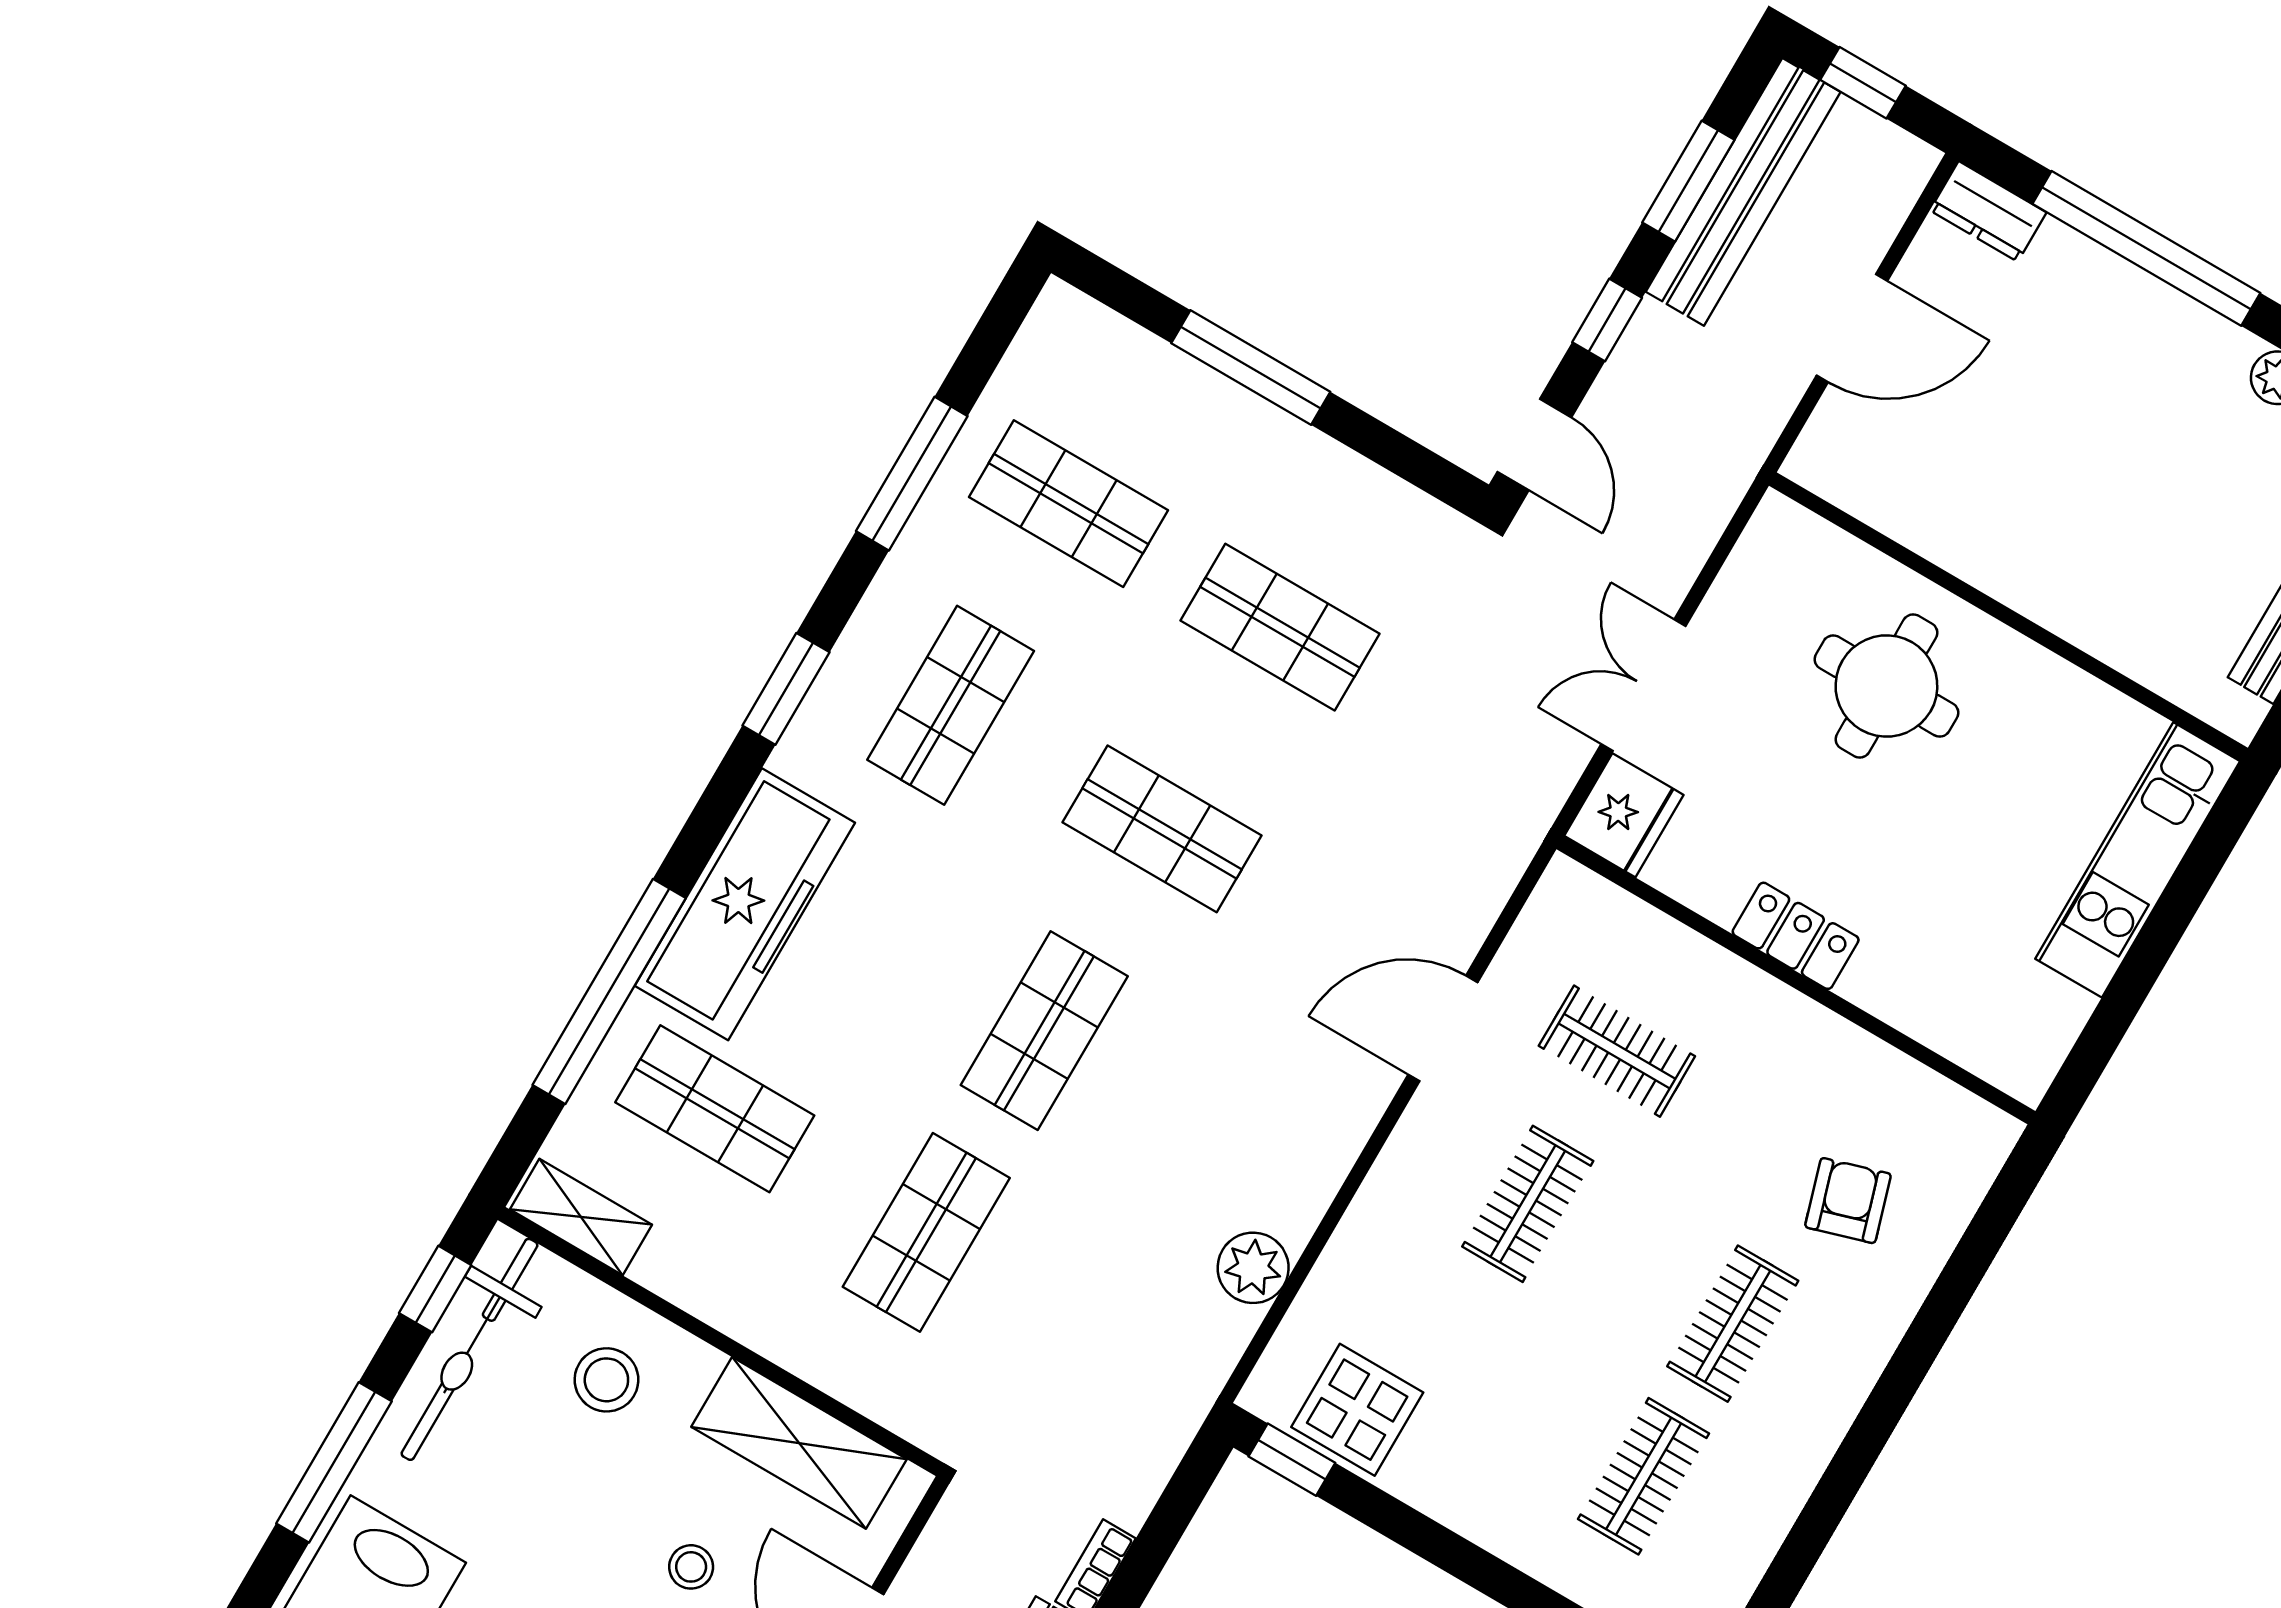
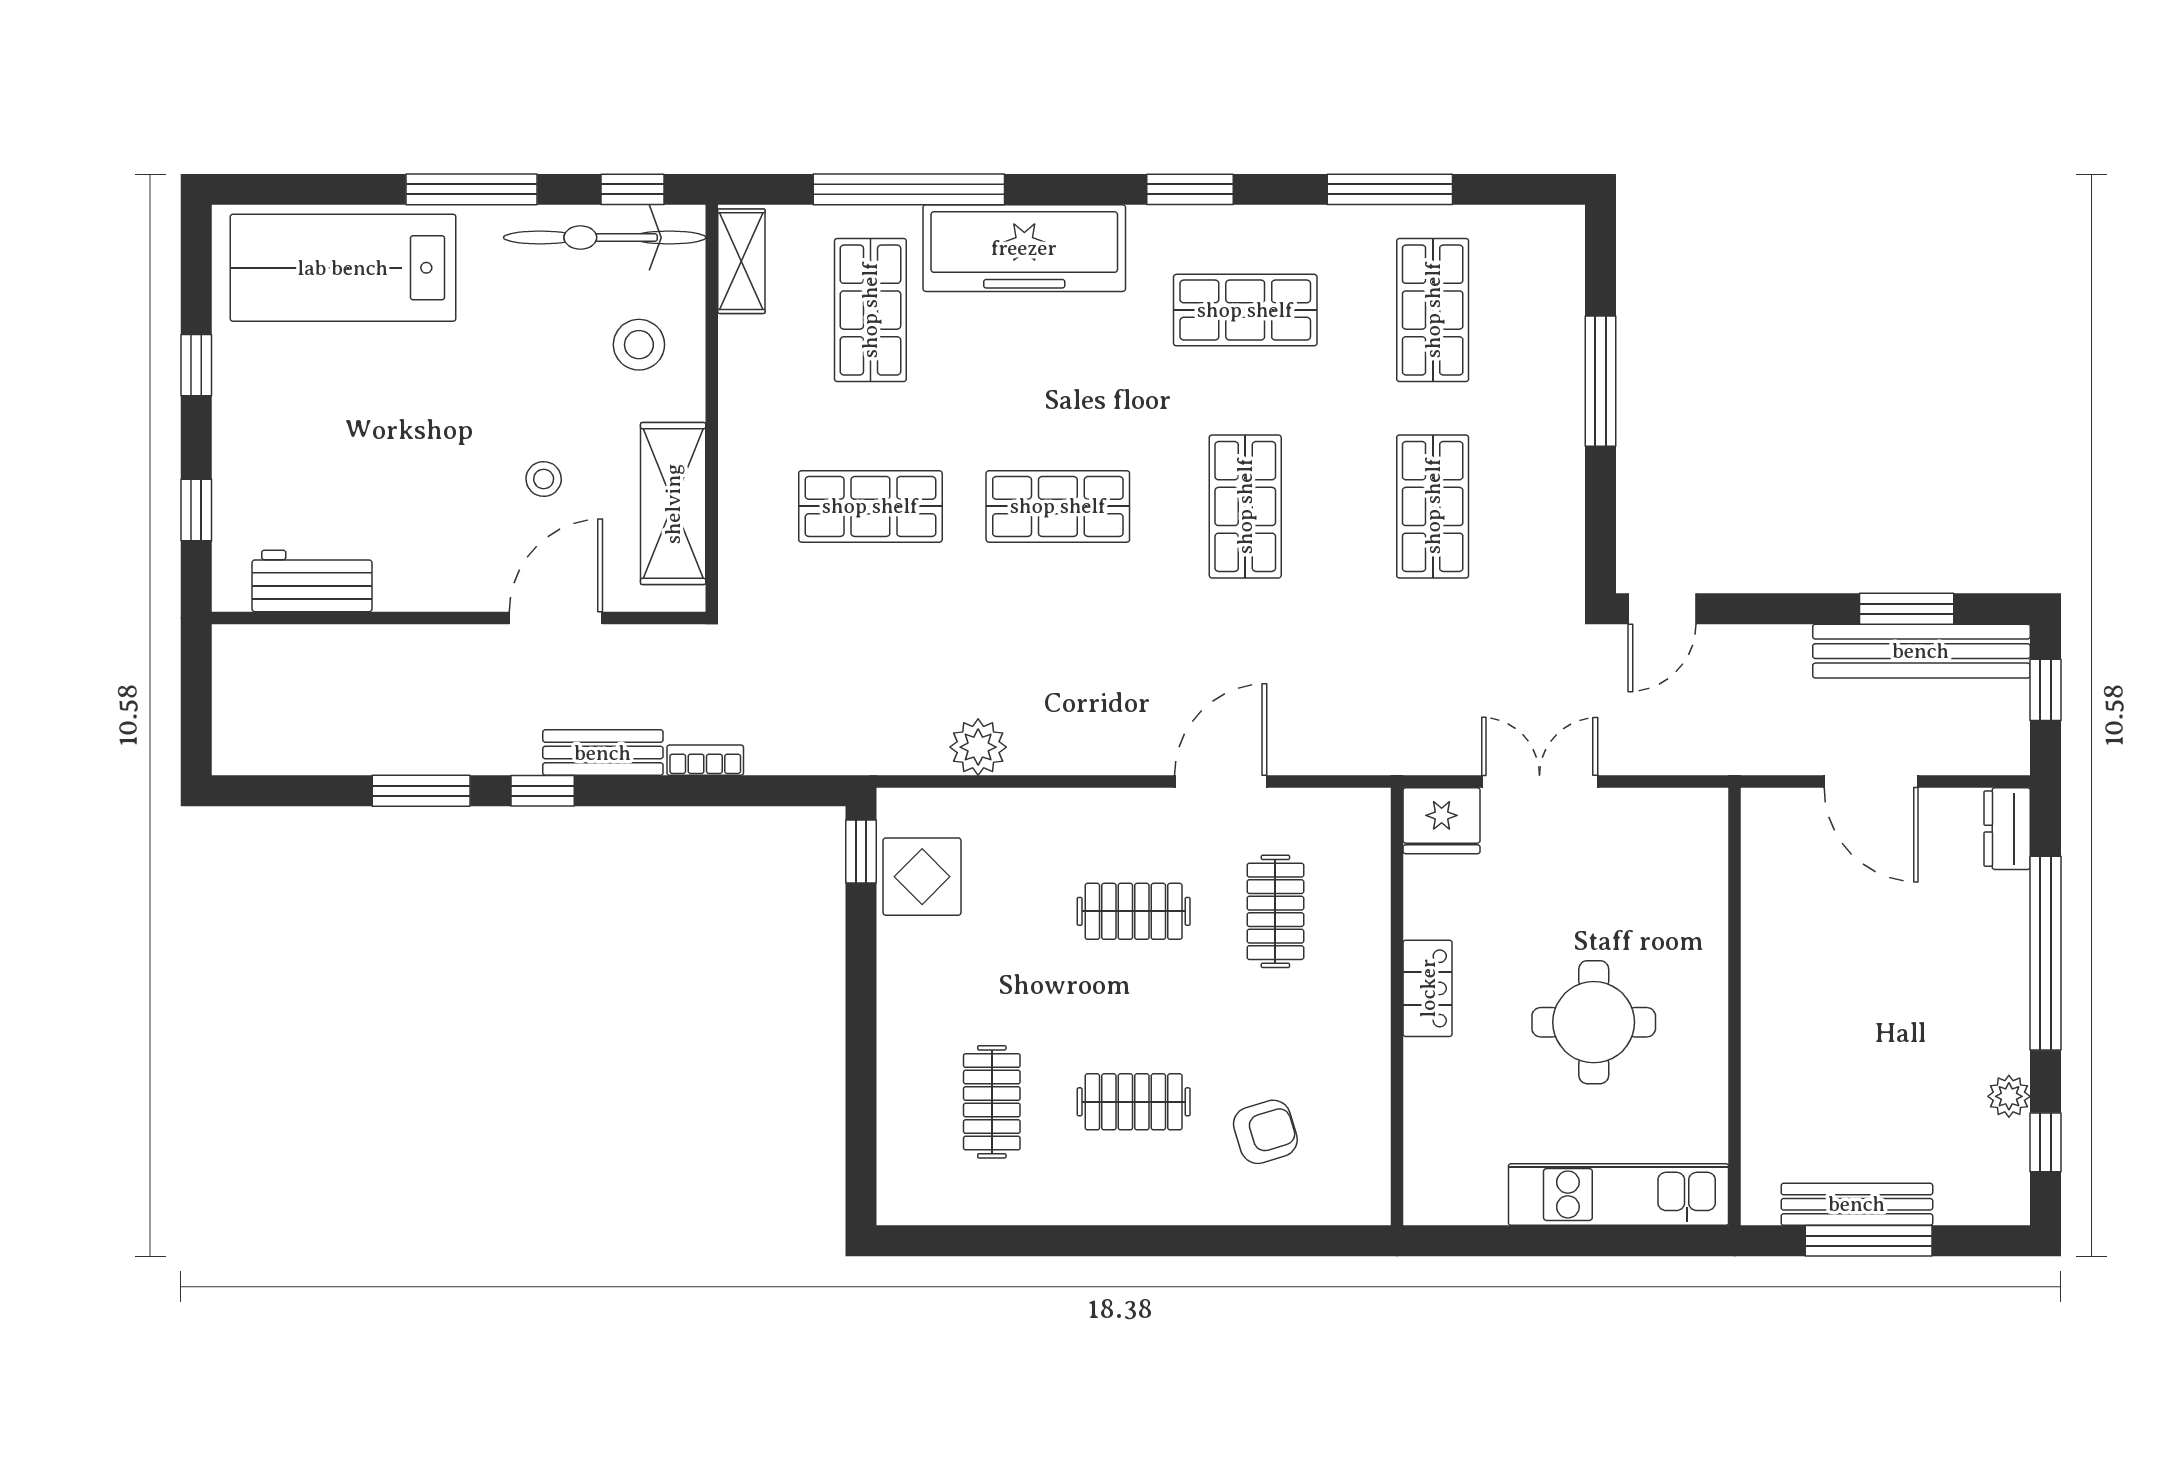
window: (1607, 320) -> (1778, 609), removed
round table: (1886, 686) -> (1594, 1022), moved
door: (1443, 1028) -> (1221, 782), hinge flipped
clothes rail: (1644, 1476) -> (992, 1102), turned 90

